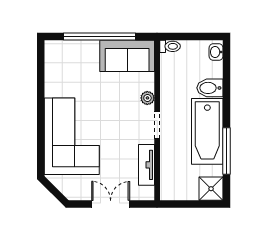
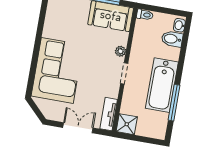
bidet: (210, 88) -> (172, 39), moved
tv unit: (147, 165) -> (109, 114), moved
shower: (211, 189) -> (127, 124), moved

